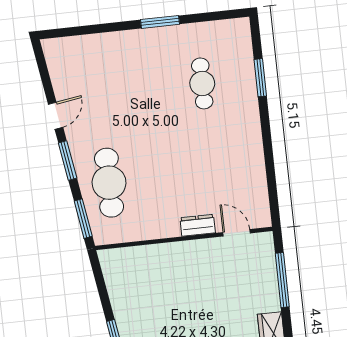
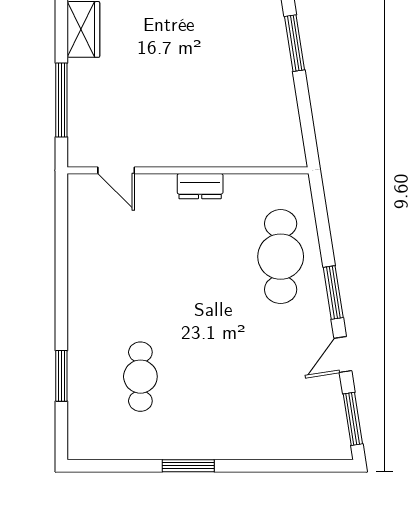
window: (83, 219) -> (353, 419), moved
dresser: (198, 225) -> (200, 186), moved

